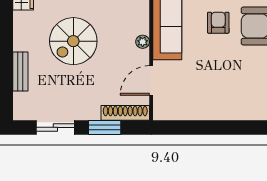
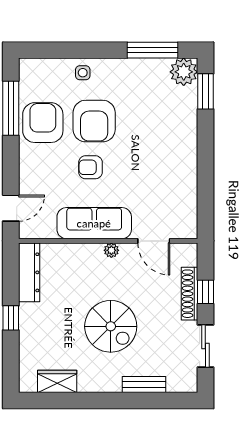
shoe rack: (125, 113) -> (190, 294), moved
window: (105, 127) -> (205, 292), width x0.67

